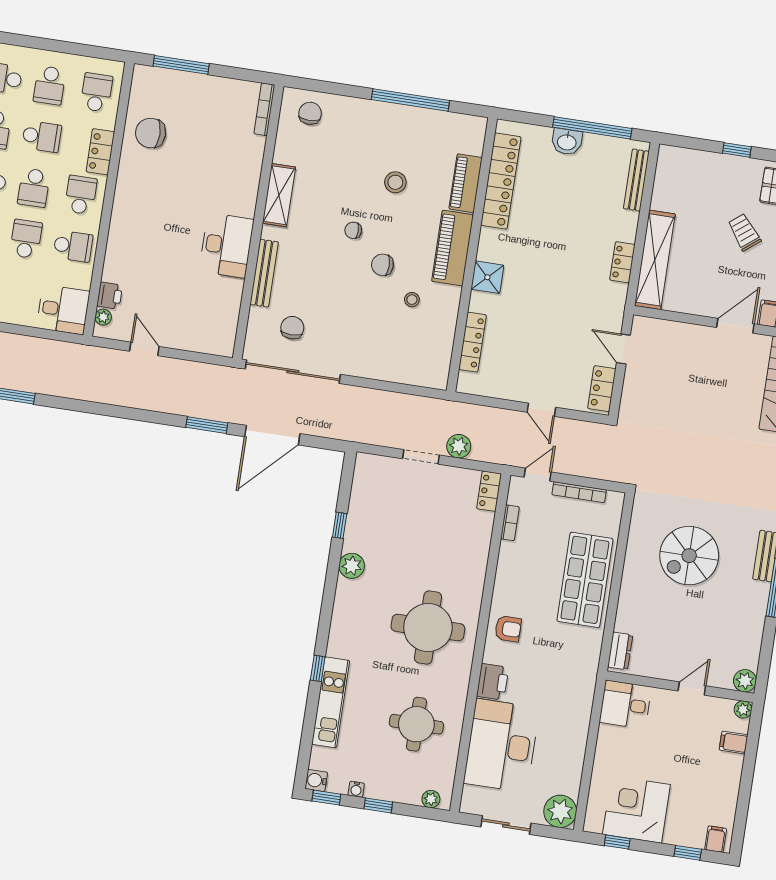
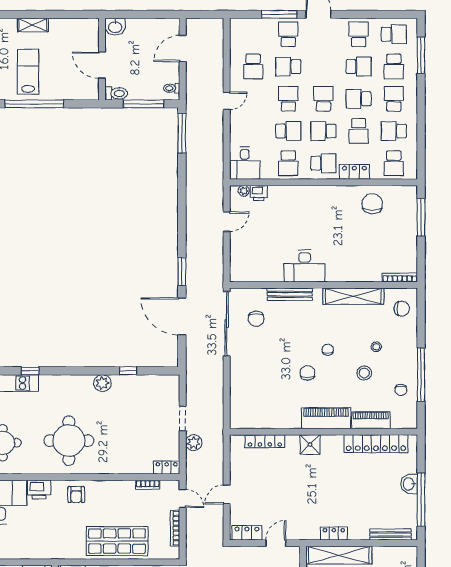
school desk: (96, 92) -> (394, 163), turned 90
chair: (428, 133) -> (401, 390), added
shelving: (279, 195) -> (353, 296), width x1.47
stool: (412, 300) -> (376, 347), moved
chair: (292, 328) -> (256, 319), turned 90

